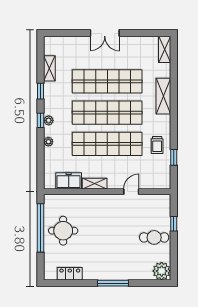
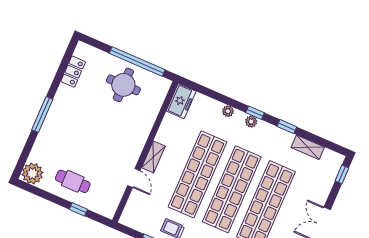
window: (59, 33) -> (342, 174), added
freezer: (69, 181) -> (181, 101), moved
shelving: (95, 184) -> (153, 157), moved
cafe table: (154, 237) -> (73, 181), turned 90

